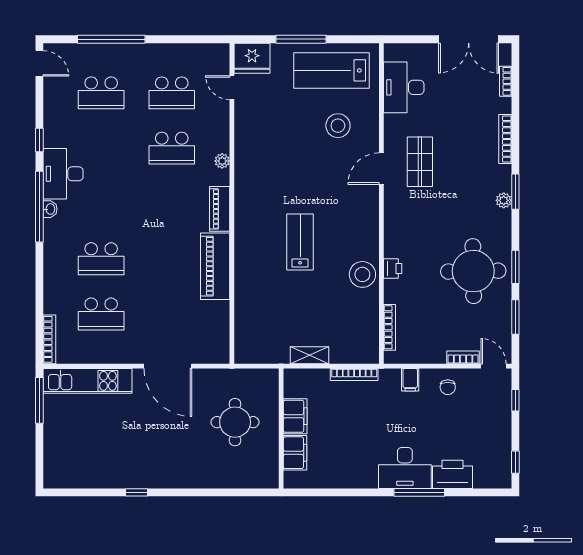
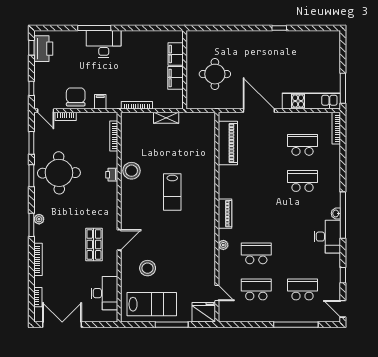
window: (39, 140) -> (343, 275), moved
piano: (215, 266) -> (228, 143), moved
chair: (448, 387) -> (76, 97), width x1.87, depth x1.87
printer: (453, 474) -> (43, 49), moved, turned -90

